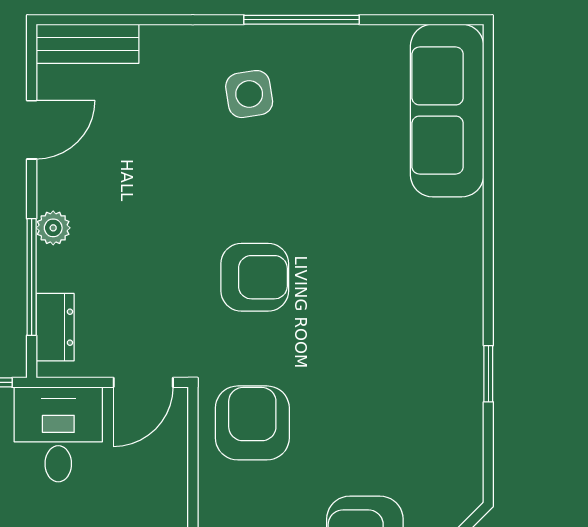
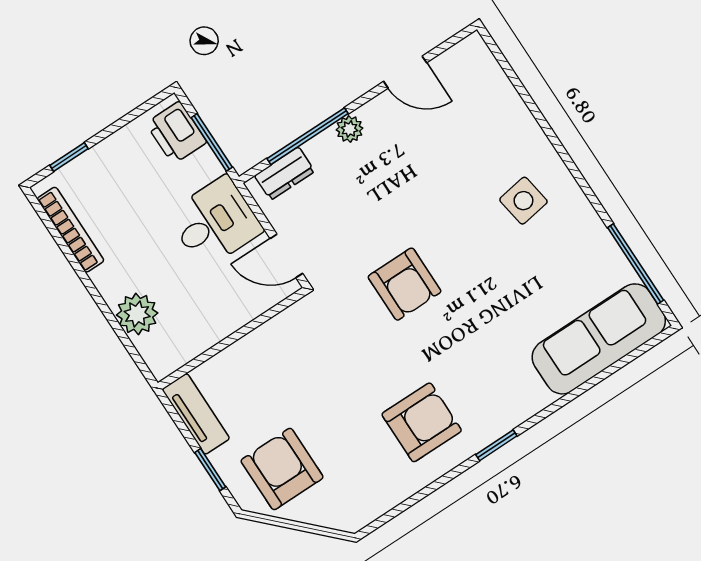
window: (301, 20) -> (636, 264), moved
bench: (87, 44) -> (486, 72), removed
window: (488, 374) -> (496, 445), moved
armchair: (252, 423) -> (422, 422), moved

